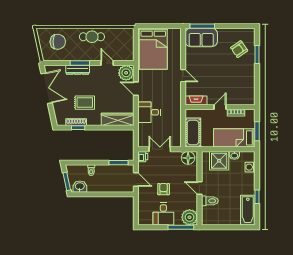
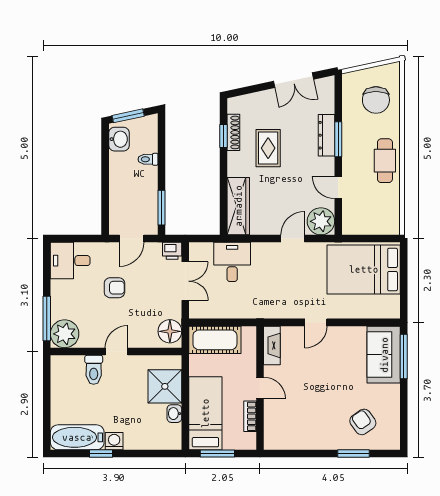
door: (107, 63) -> (338, 188), swing flipped
double door: (47, 88) -> (293, 80), width x0.73
desk: (149, 112) -> (232, 262), moved
washing machine: (250, 167) -> (114, 441), moved
desk: (163, 214) -> (70, 261), moved

